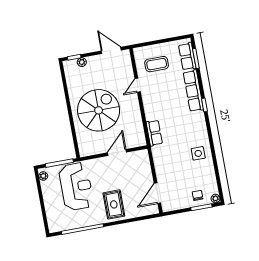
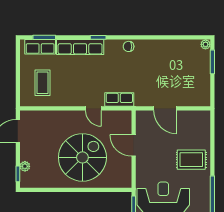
door: (138, 85) -> (93, 108), moved
spiral stairs: (99, 110) -> (82, 157), turned 90
side table: (198, 153) -> (151, 54), removed
door: (157, 193) -> (165, 108), moved
chair: (198, 195) -> (129, 46), moved

